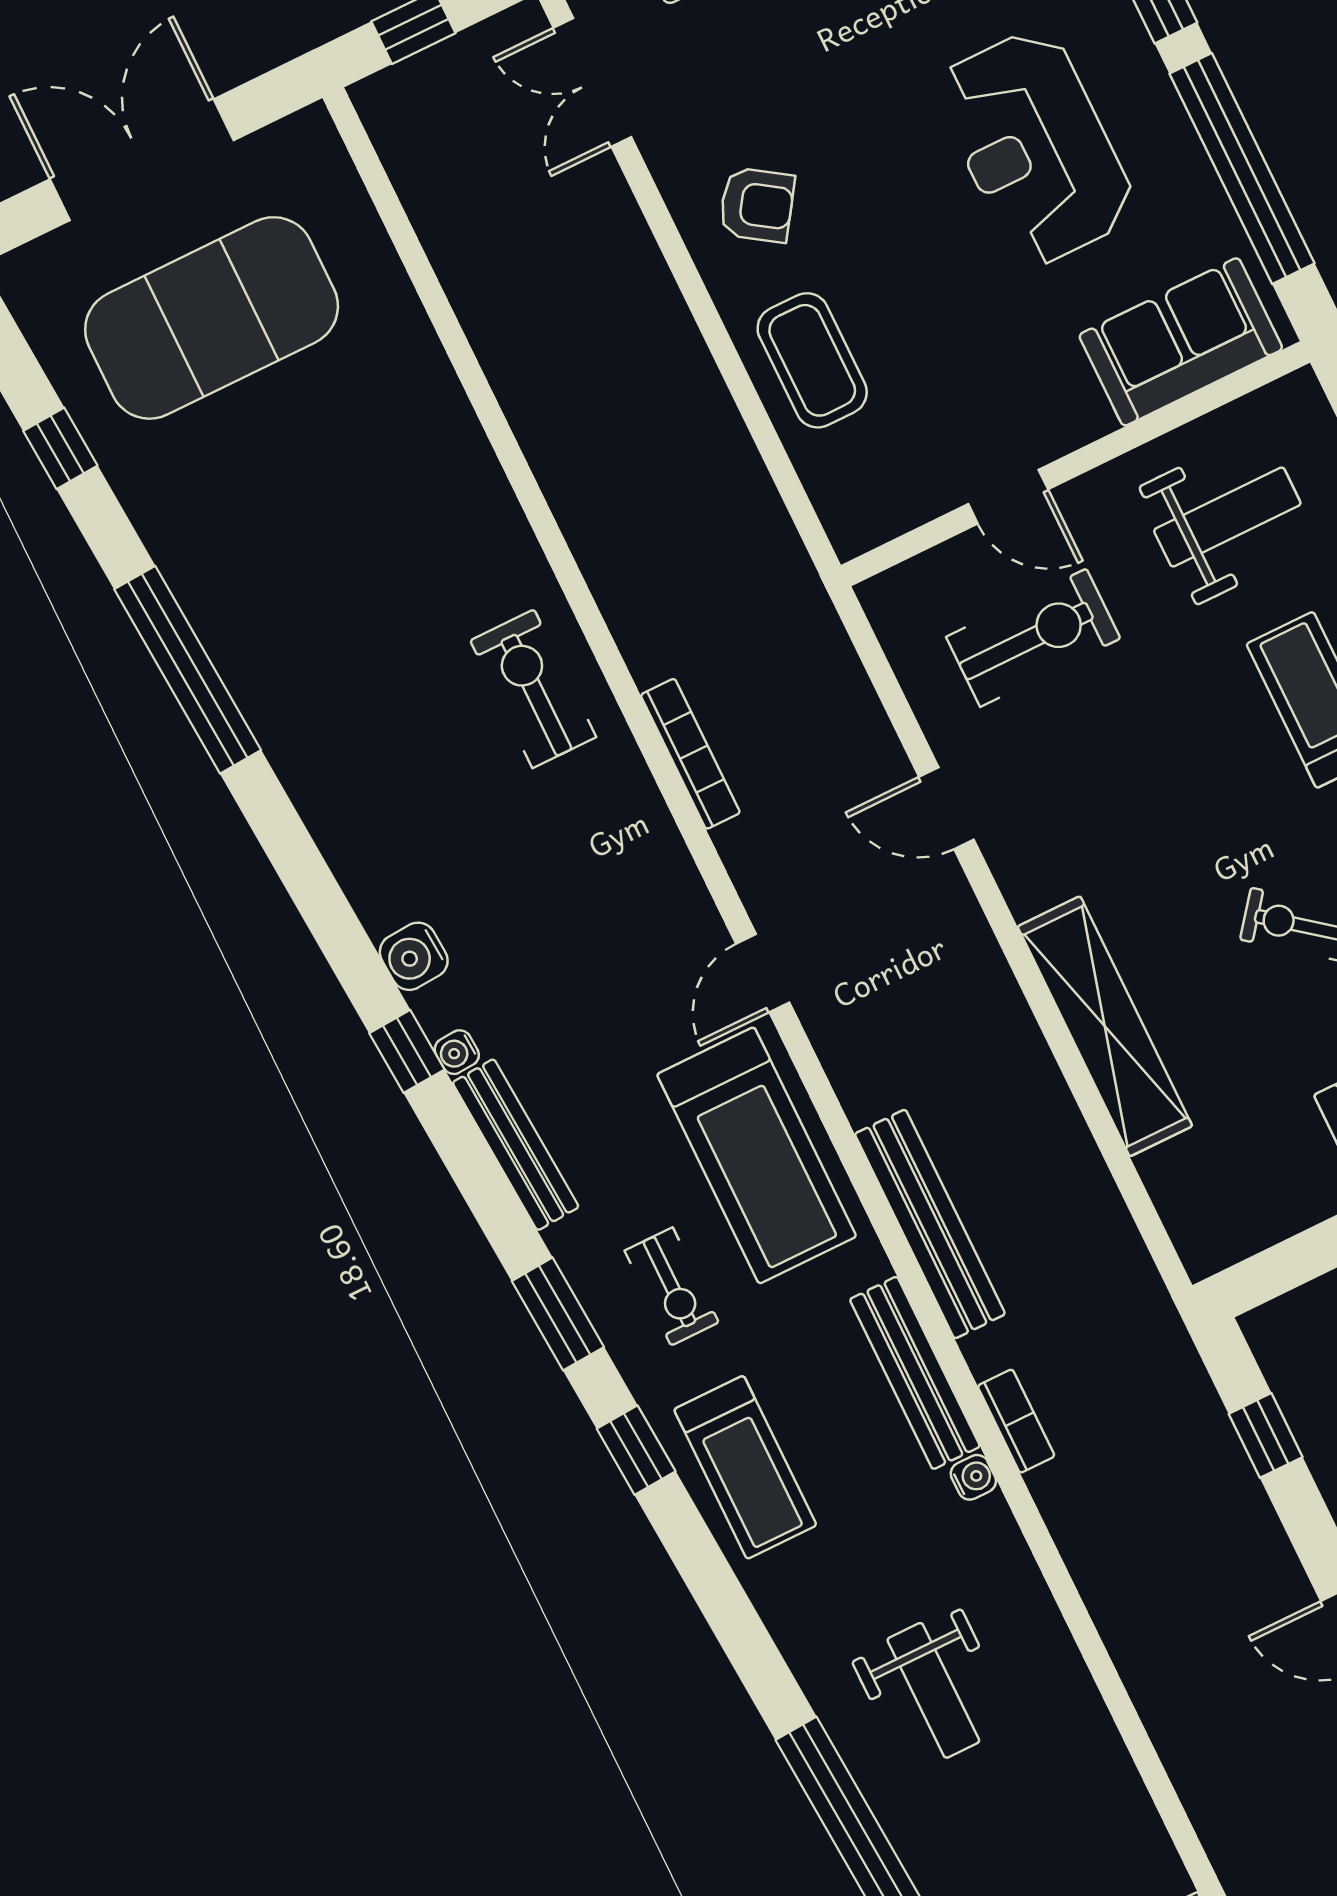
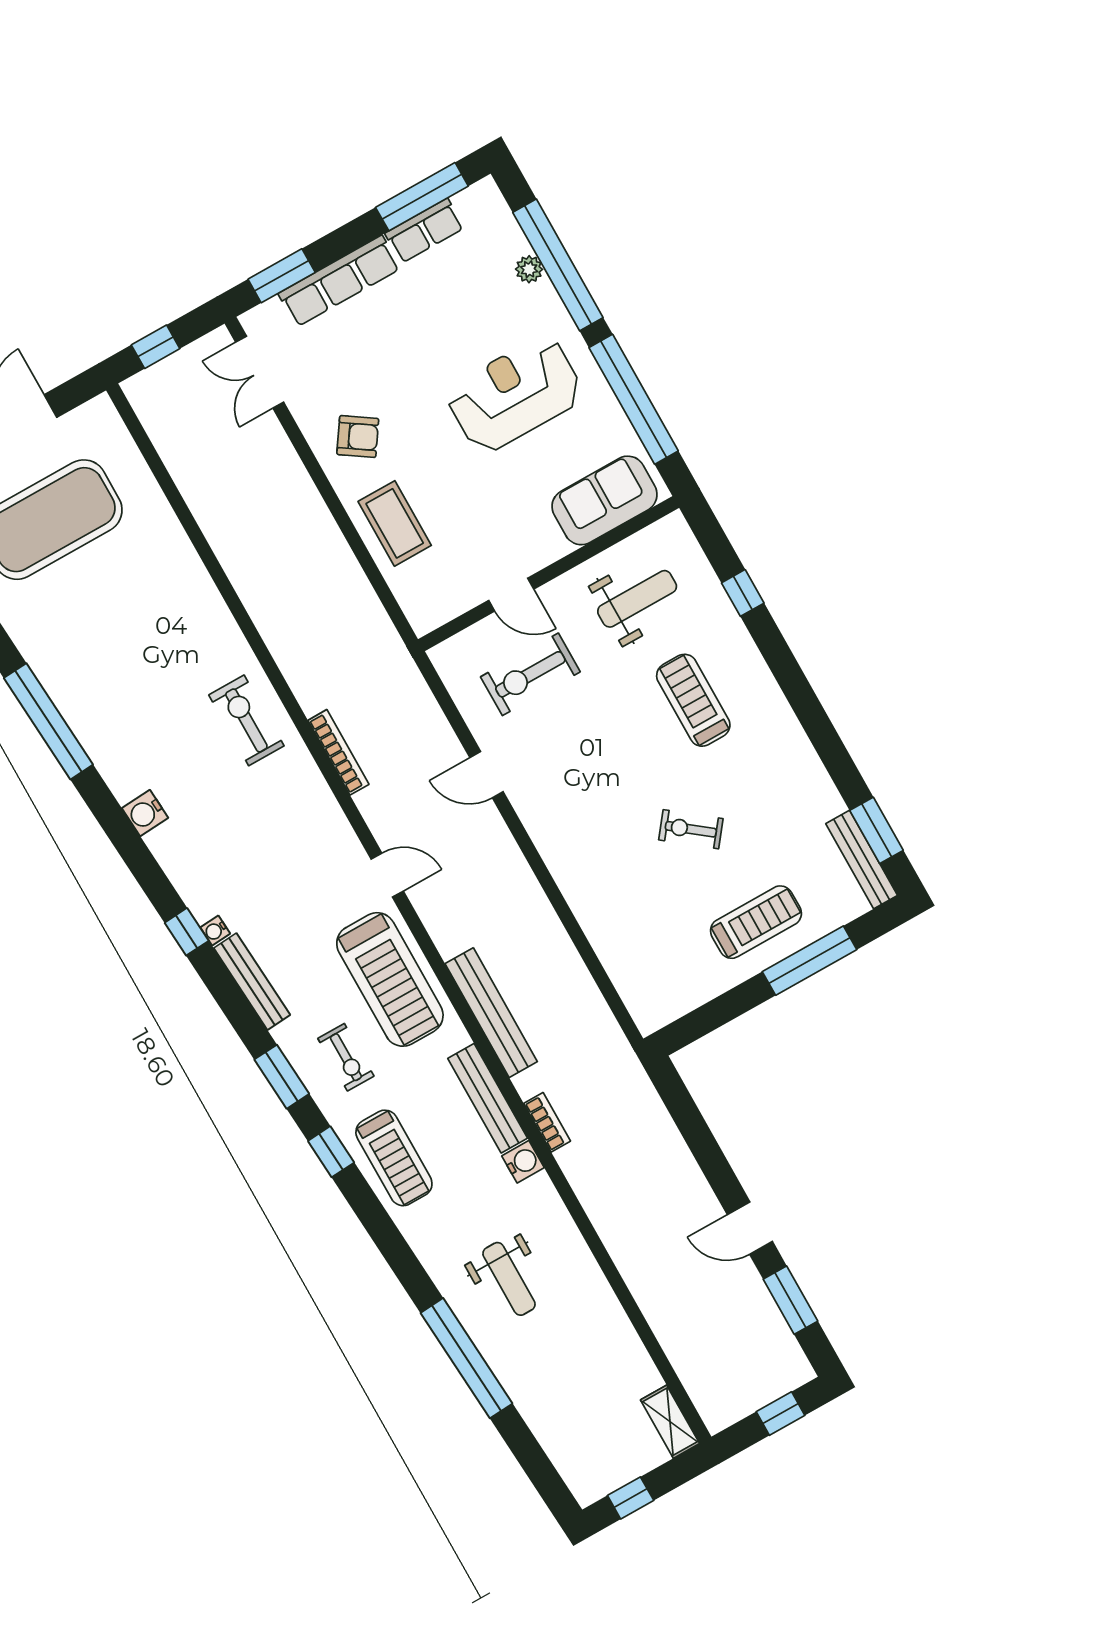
reception desk: (1035, 147) -> (515, 394), turned 90
exercise bike: (1033, 638) -> (530, 674), turned 180
water cooler: (414, 956) -> (145, 813), moved
door: (763, 973) -> (387, 875), swing flipped
shelving: (1105, 1026) -> (584, 894), removed
window: (1266, 1435) -> (690, 1122), removed
water cooler: (973, 1477) -> (523, 1162), width x1.38, depth x1.38

